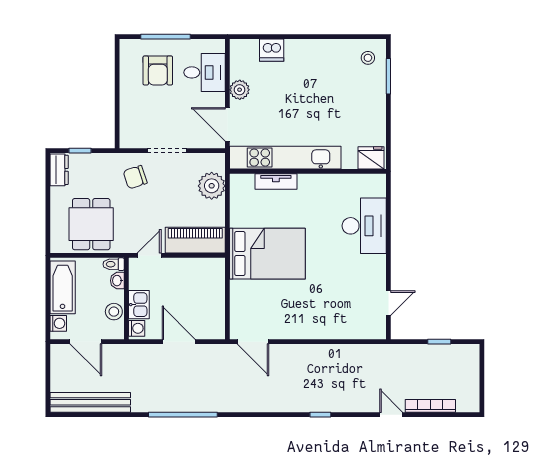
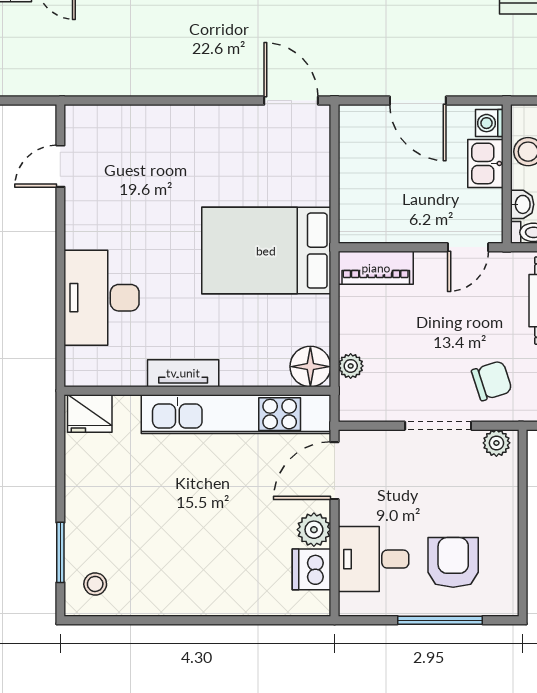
dishwasher: (272, 50) -> (312, 569), moved, turned -90
door: (227, 124) -> (335, 471), swing flipped
plant: (132, 141) -> (496, 443), added
tv unit: (276, 181) -> (183, 373), moved
floor lamp: (242, 185) -> (310, 367), added
plant: (212, 186) -> (351, 366), width x0.53, depth x0.53
piano: (195, 240) -> (376, 268), width x0.73, depth x0.75

